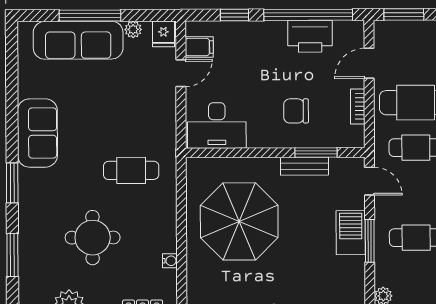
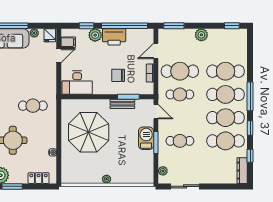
plant: (251, 33) -> (95, 35), added
printer: (310, 36) -> (114, 37), moved

